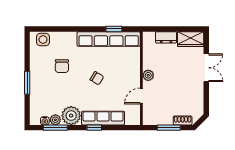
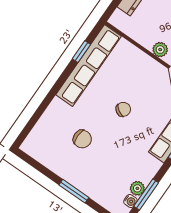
side table: (43, 40) -> (38, 139), removed
plant: (71, 116) -> (145, 167), removed

